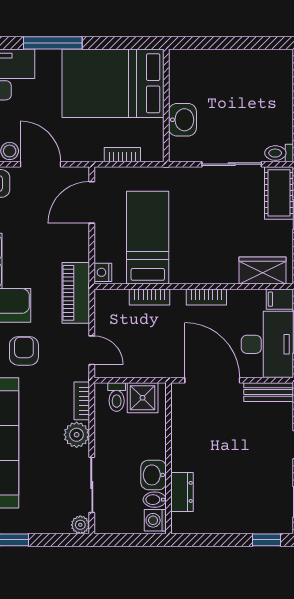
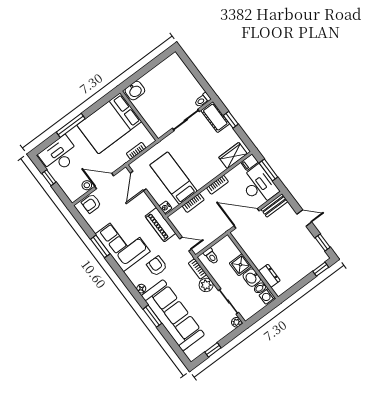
washbasin: (182, 120) -> (135, 91), moved, turned 90
shower: (143, 398) -> (240, 265), moved

